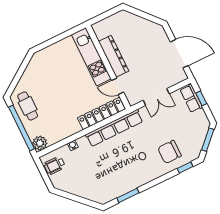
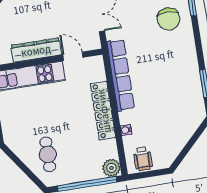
door: (118, 86) -> (73, 56), swing flipped
cafe table: (28, 106) -> (48, 154), moved, turned 90
locker: (101, 114) -> (103, 111), moved

